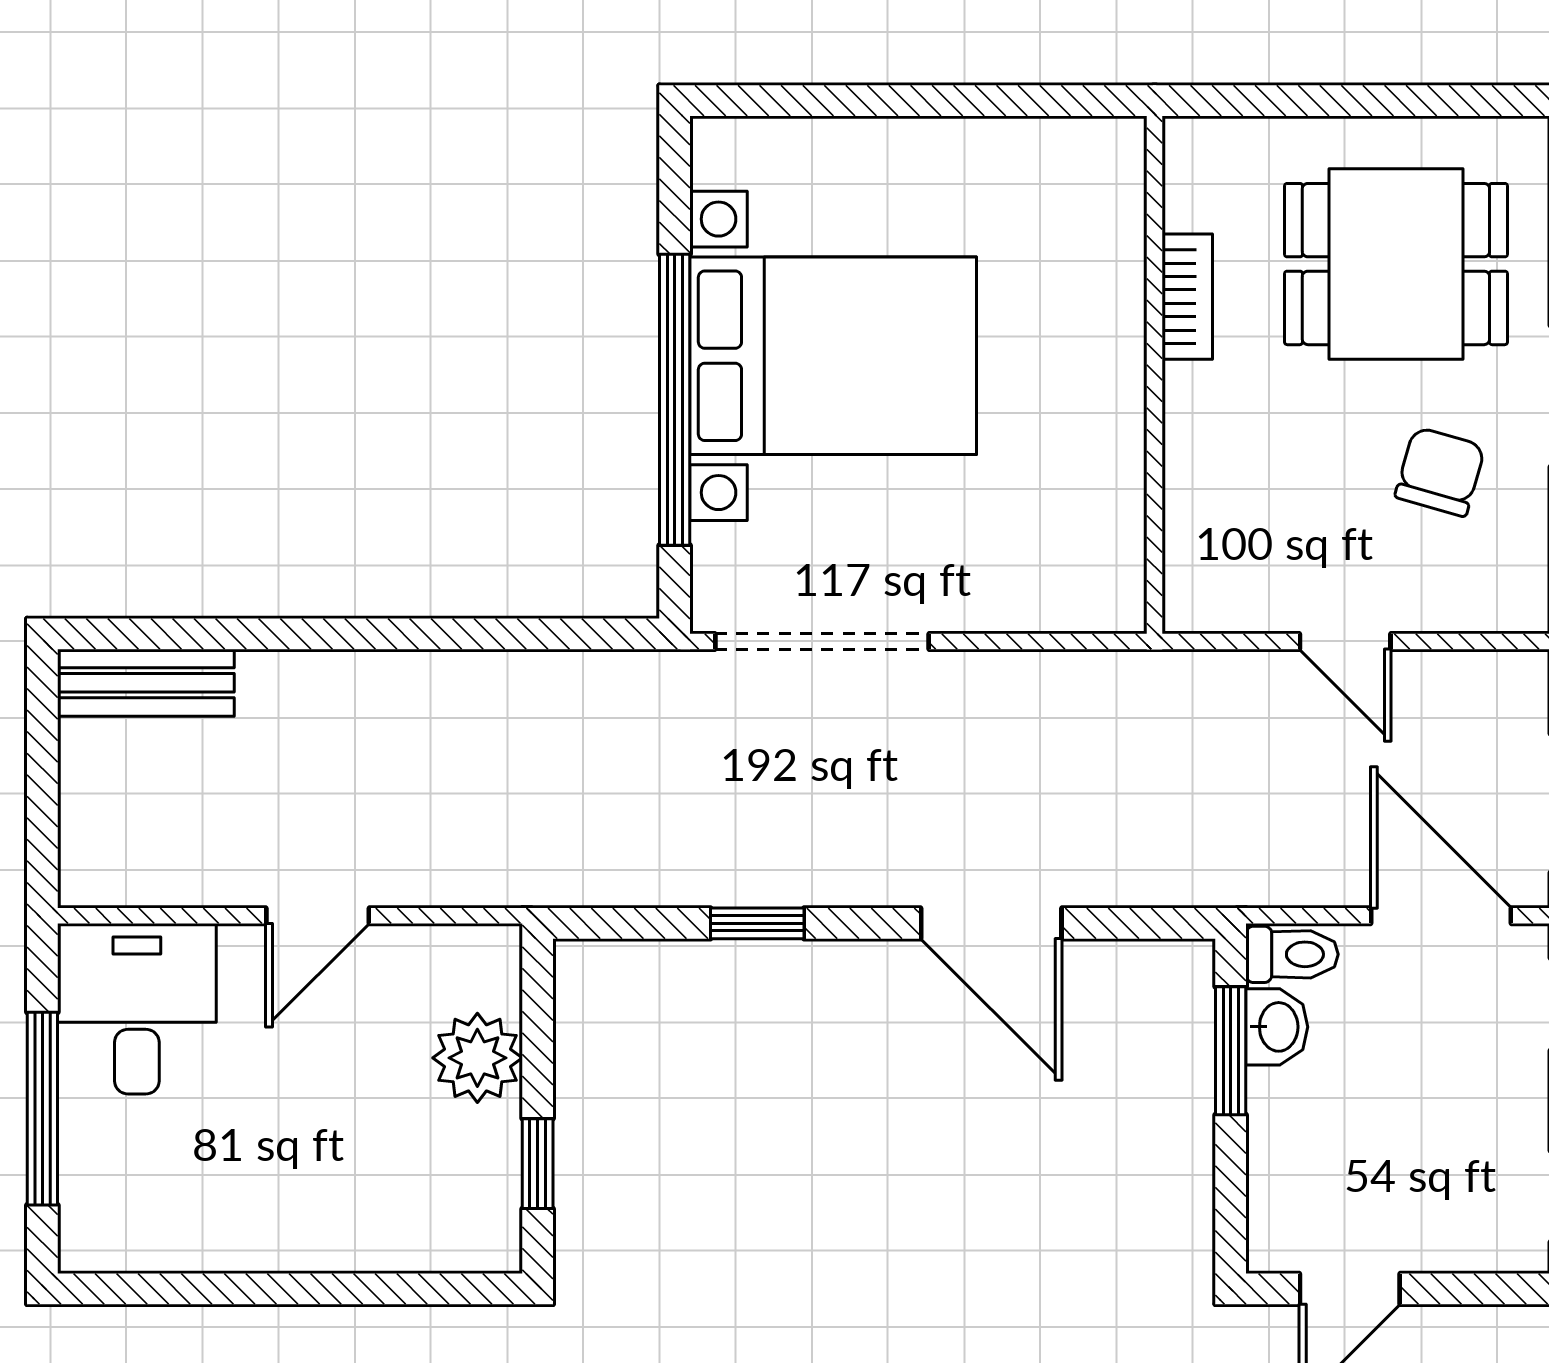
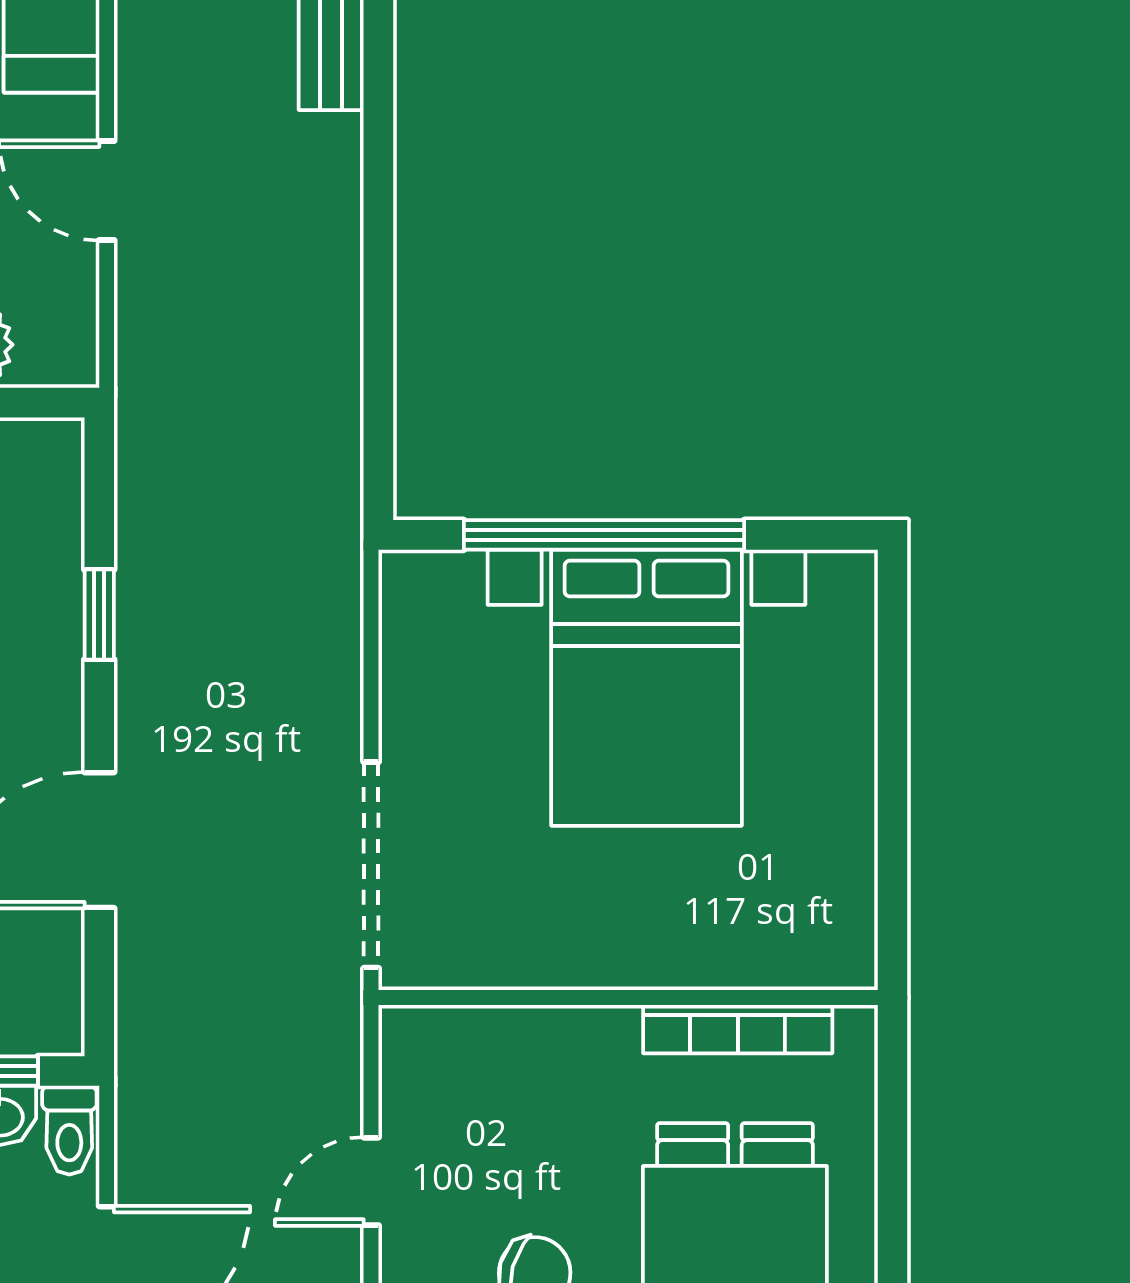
bookcase: (1187, 297) -> (738, 1029), width x1.56
doorway: (822, 641) -> (371, 865), moved

